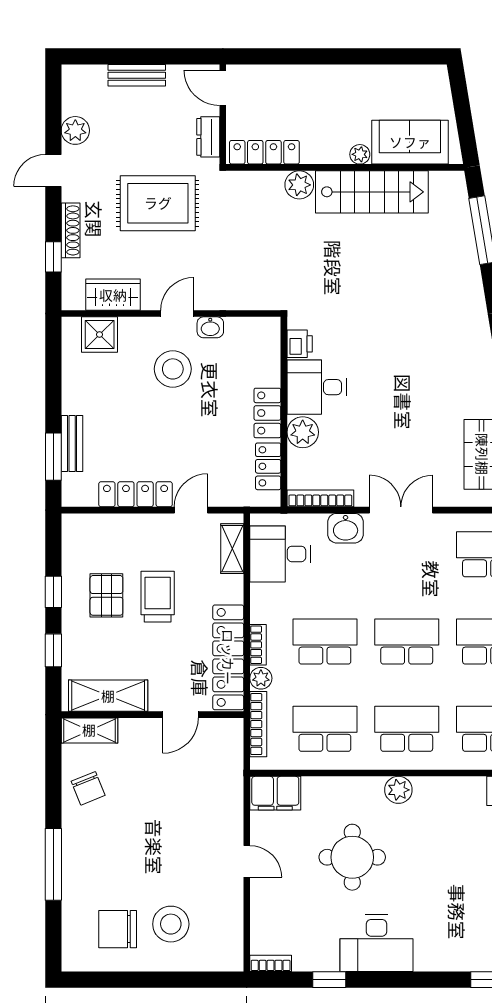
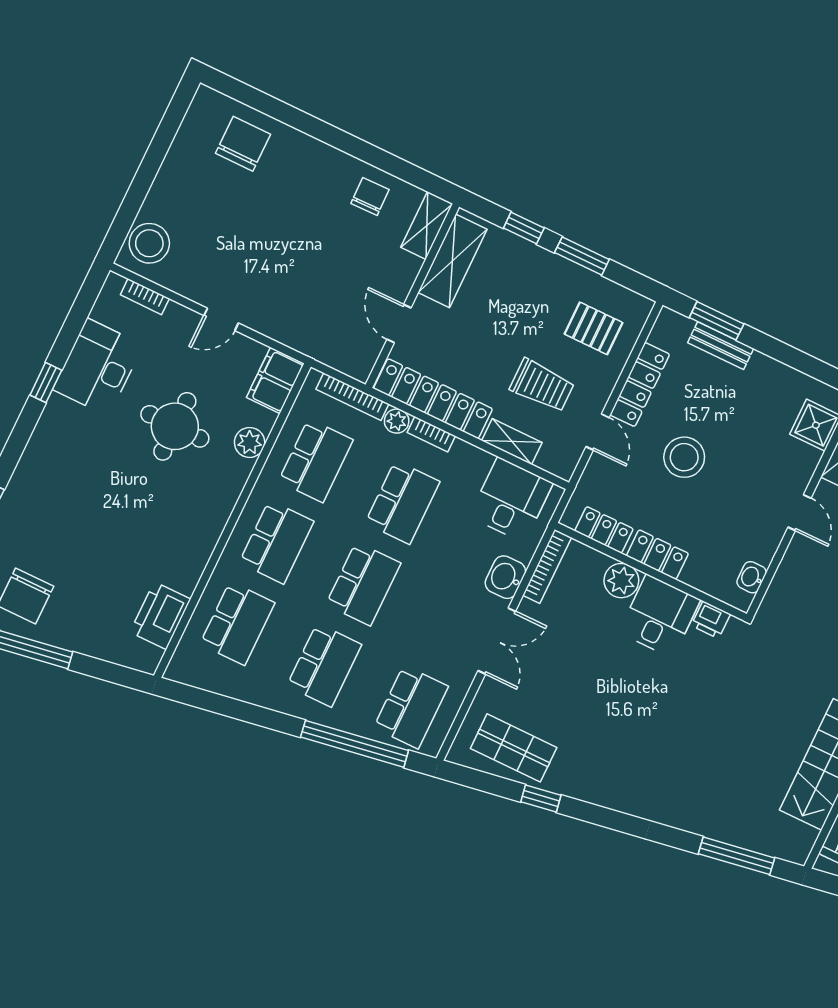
washbasin: (210, 327) -> (752, 577), moved
stool: (173, 369) -> (684, 457), moved
shelving: (232, 549) -> (512, 442), moved
window: (53, 592) -> (582, 256), width x1.50
pallet: (106, 595) -> (594, 328), moved
trolley: (158, 597) -> (542, 385), moved
chair: (88, 788) -> (370, 197), turned 111
plant: (398, 790) -> (250, 442), moved
window: (53, 864) -> (311, 126), removed
stool: (171, 924) -> (149, 243), moved
chair: (118, 929) -> (243, 144), moved
desk: (376, 943) -> (98, 367), moved
bookcase: (271, 963) -> (145, 297), moved, turned 90
window: (329, 980) -> (46, 383), moved

